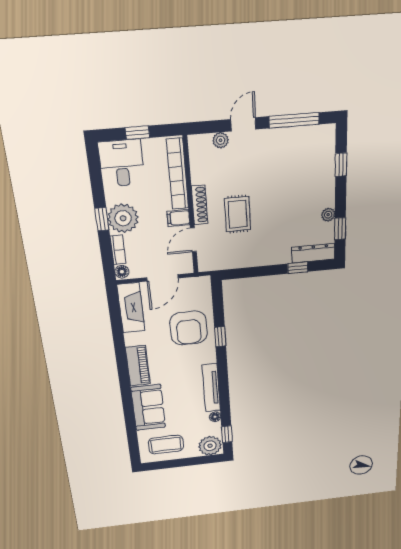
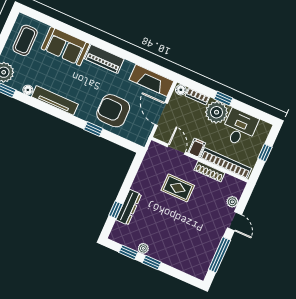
desk: (122, 163) -> (239, 128), moved, turned -90
window: (341, 165) -> (152, 263), moved
shoe rack: (200, 205) -> (209, 171), moved
dresser: (313, 253) -> (129, 207), moved

